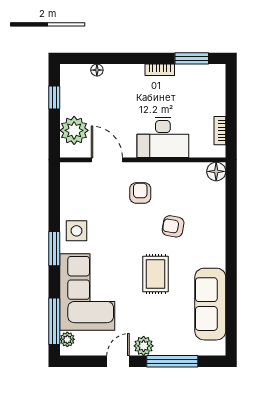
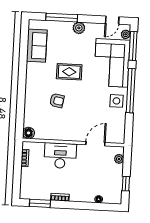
plant: (74, 130) -> (119, 159), width x0.53, depth x0.53
door: (107, 160) -> (95, 144), swing flipped
armchair: (140, 193) -> (76, 122), removed
window: (54, 249) -> (131, 91), width x2.11
rug: (156, 274) -> (69, 72), turned 90
sofa: (210, 304) -> (37, 46), width x0.73
door: (118, 361) -> (112, 20), moved

